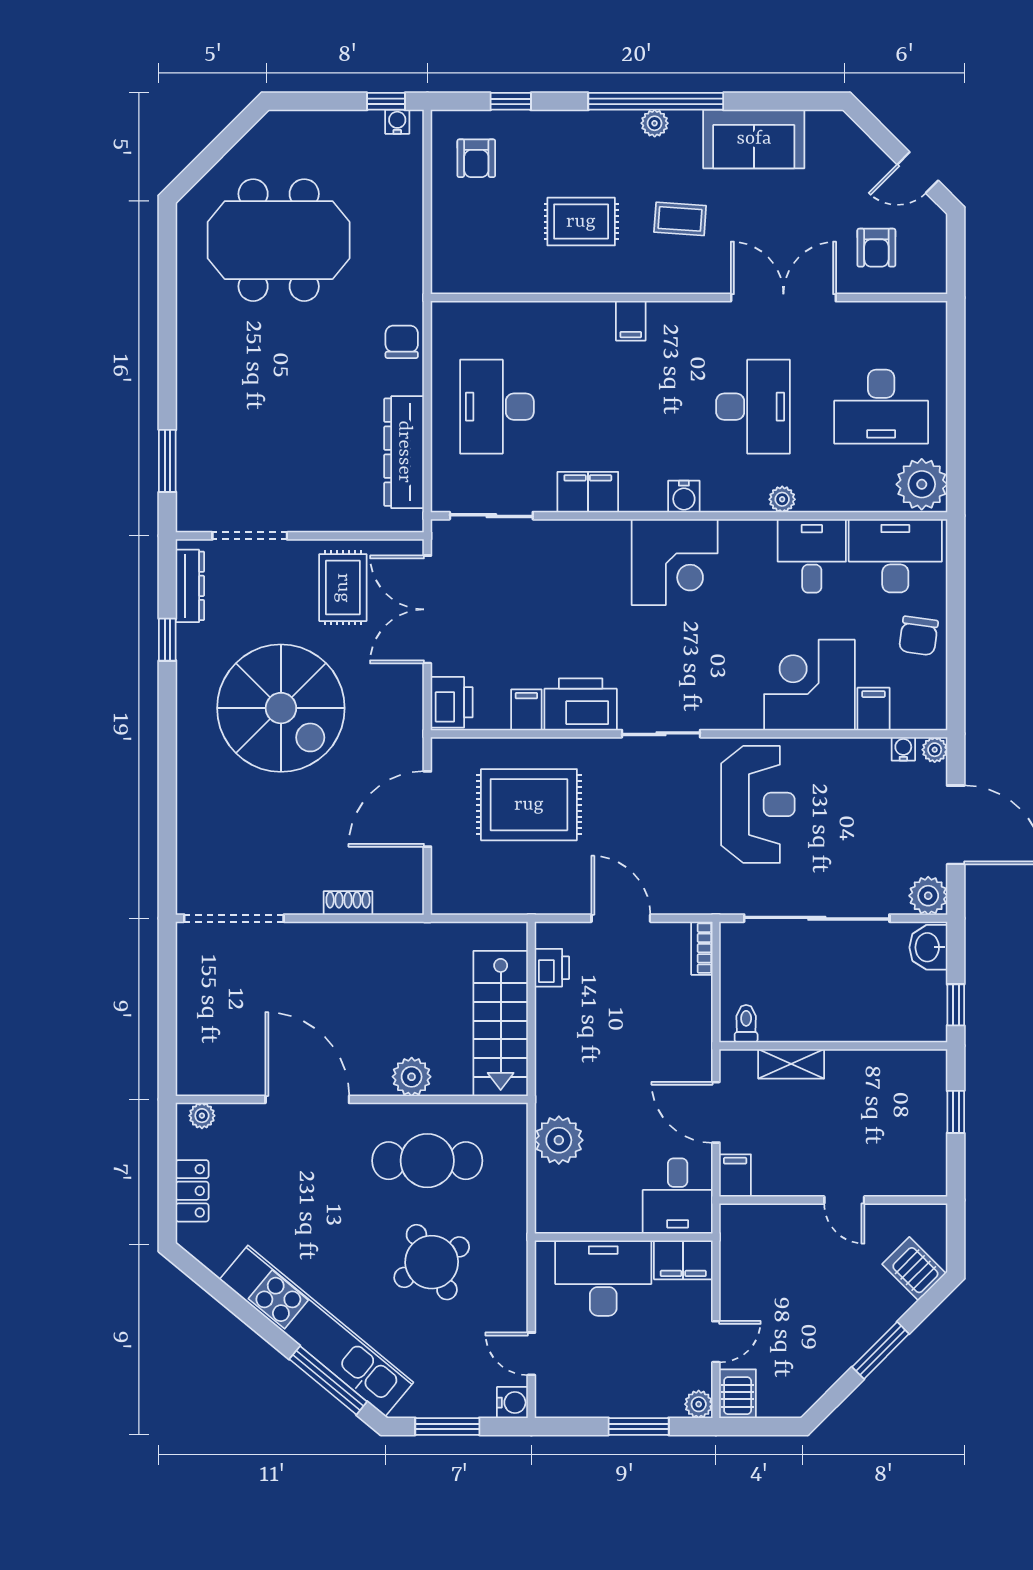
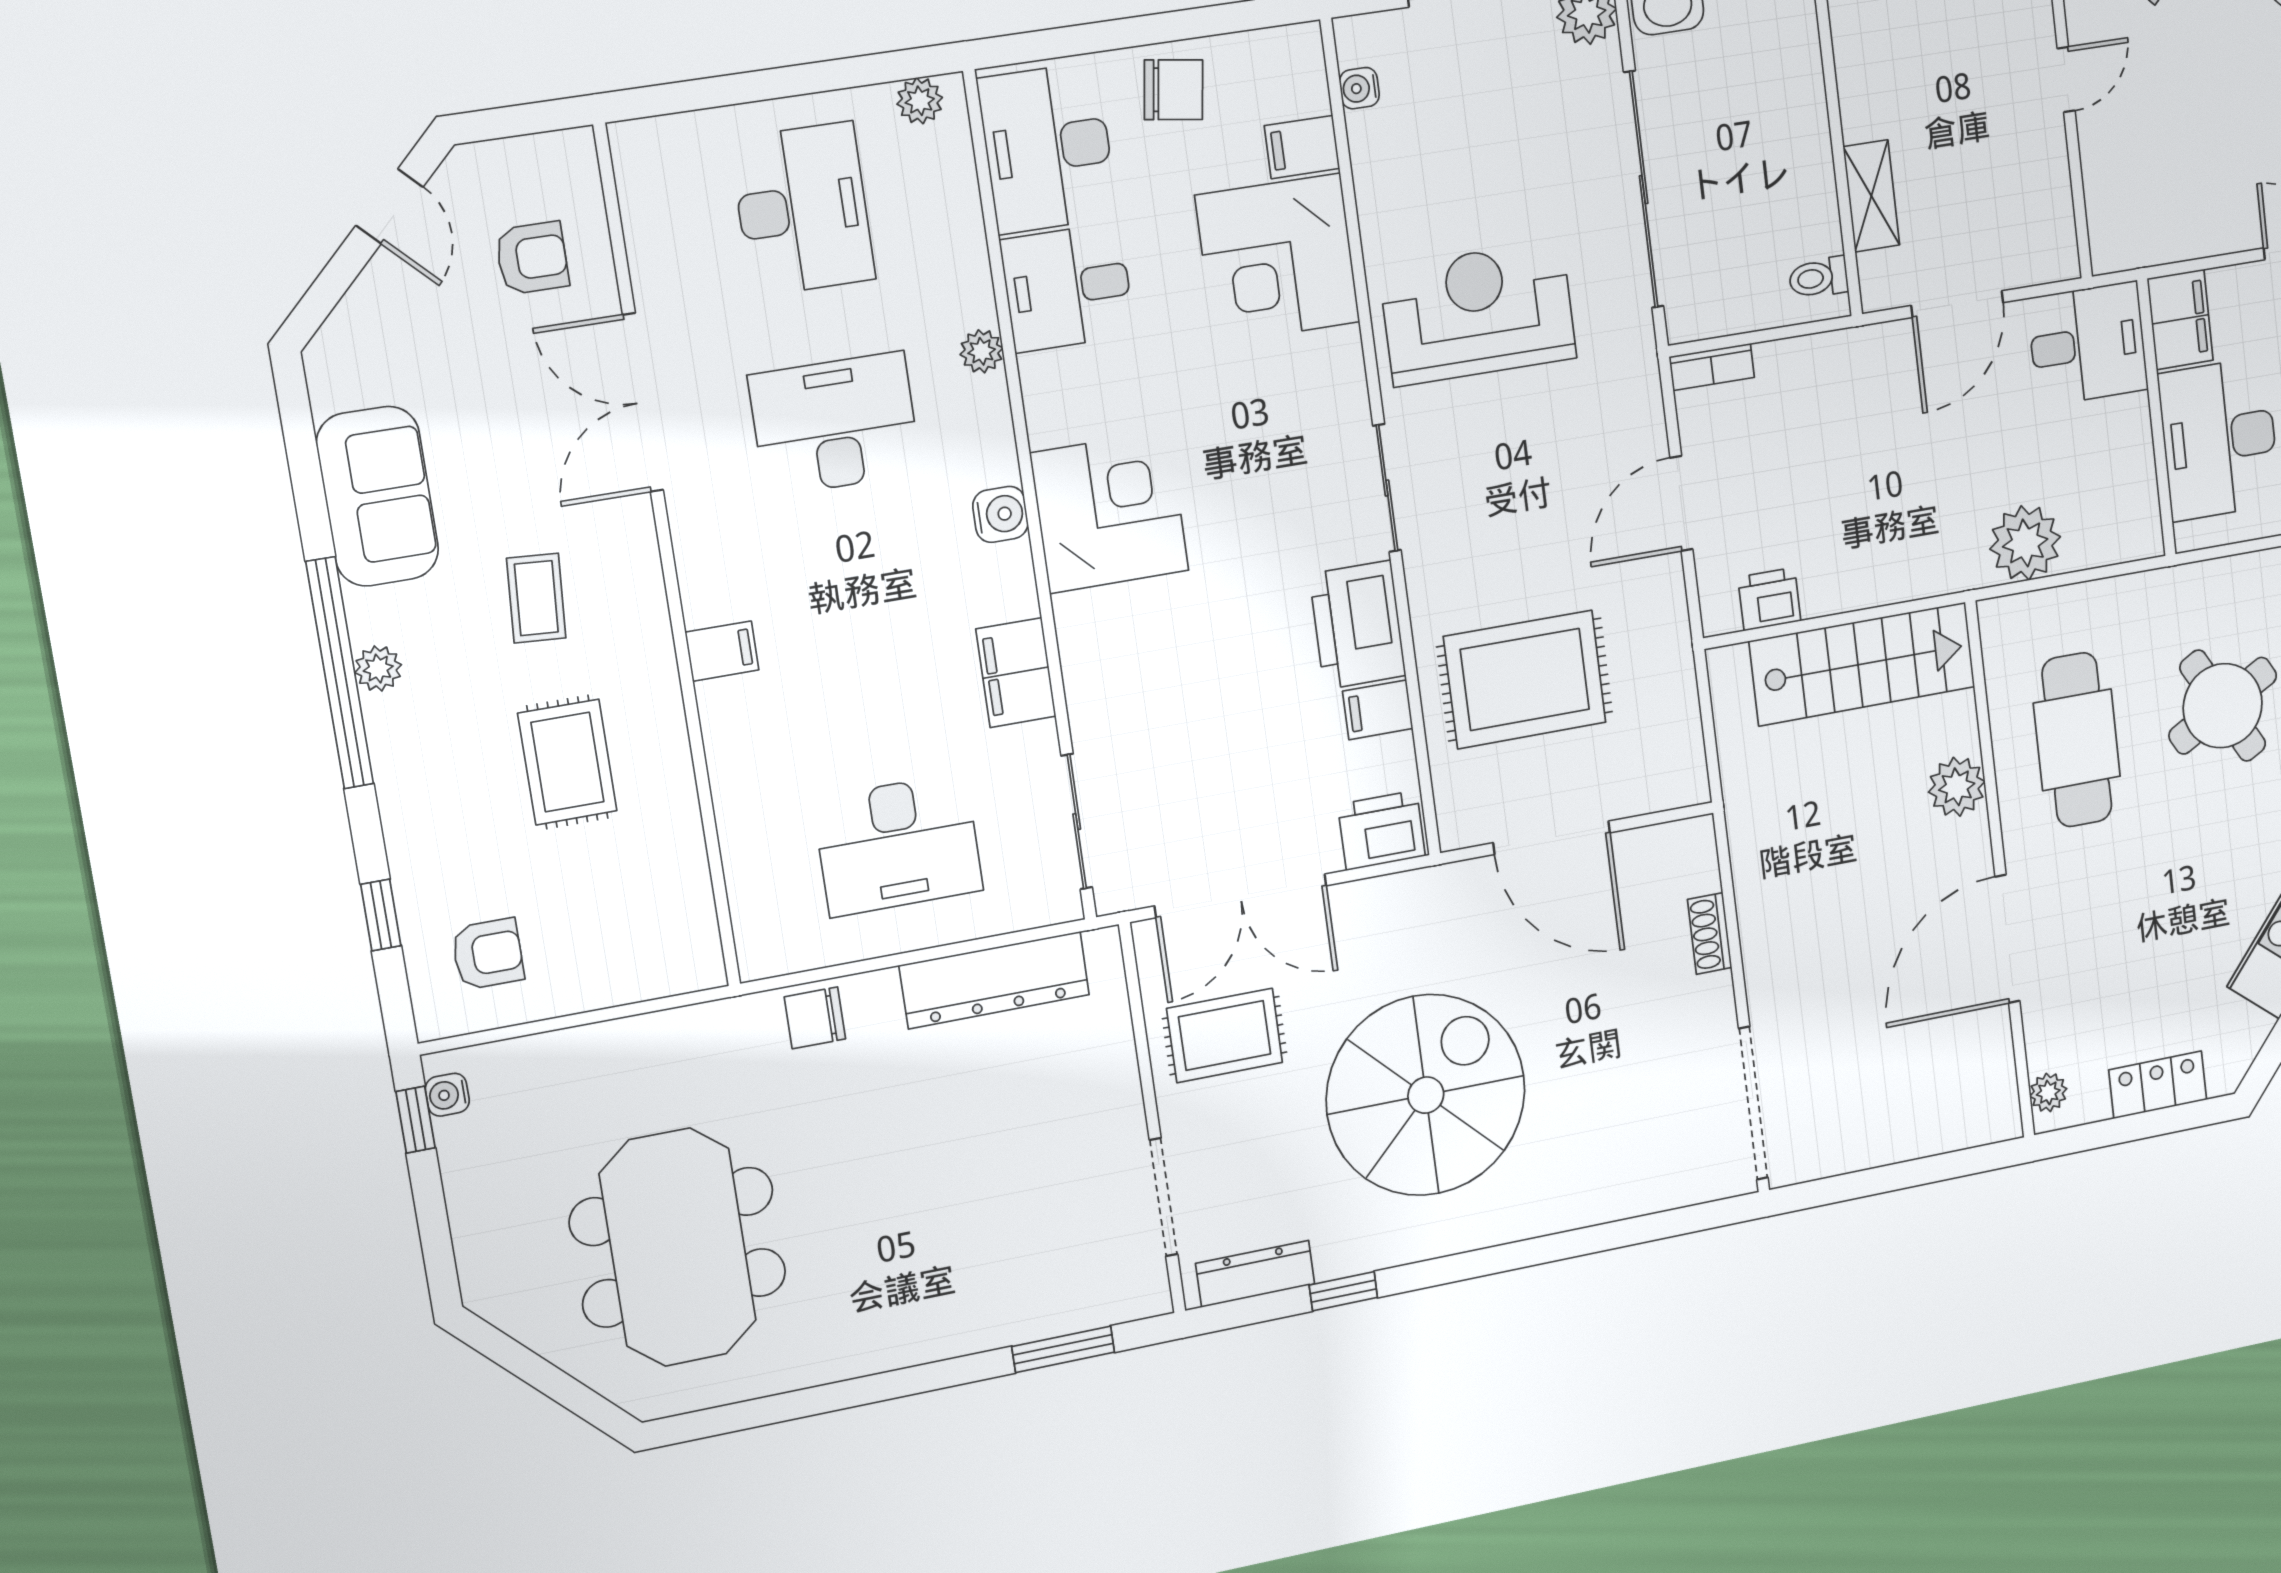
plant: (922, 484) -> (920, 101), width x0.53, depth x0.53
plant: (935, 750) -> (1354, 36), removed
rug: (529, 805) -> (1525, 679), turned 90
filing cabinet: (735, 1175) -> (2048, 258), removed

